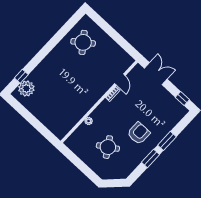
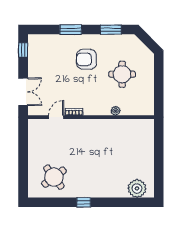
double door: (156, 74) -> (23, 92), swing flipped
window: (21, 76) -> (84, 202), moved
round table: (108, 147) -> (122, 74), turned 33
window: (151, 158) -> (111, 30), moved

